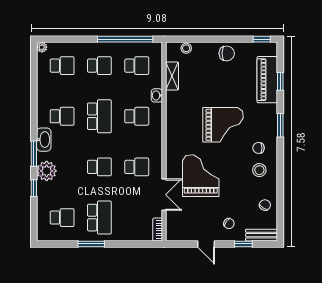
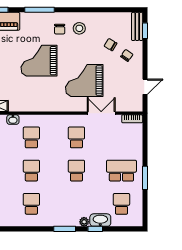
school desk: (99, 116) -> (31, 171), width x0.54
grand piano: (223, 125) -> (39, 61), turned -90
window: (280, 125) -> (39, 10), width x1.44
washbasin: (44, 140) -> (100, 220), moved
plant: (47, 171) -> (84, 222), width x0.53, depth x0.53
chair: (265, 205) -> (110, 45), moved
door: (206, 244) -> (145, 87), moved
window: (243, 244) -> (145, 31), moved

